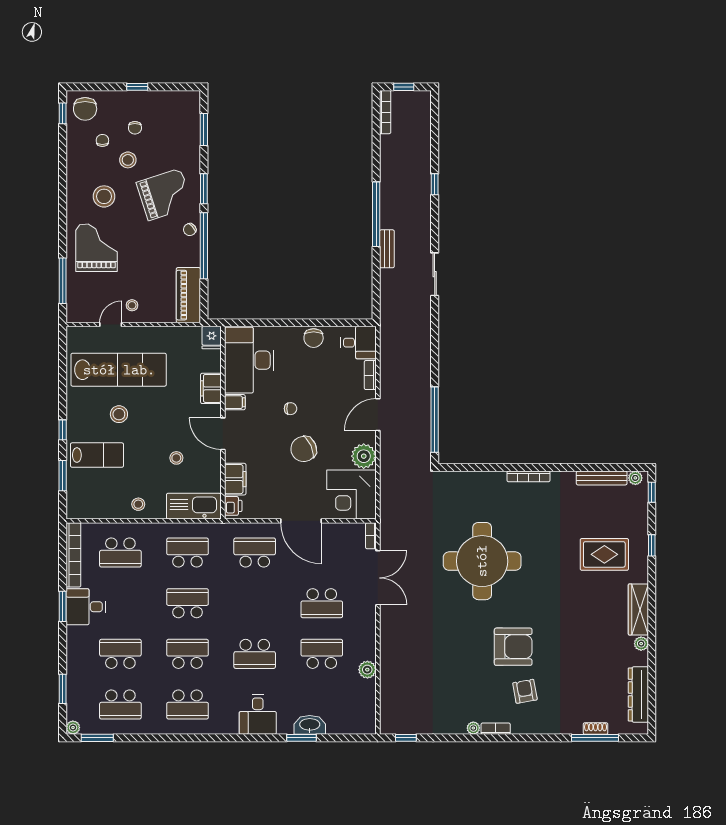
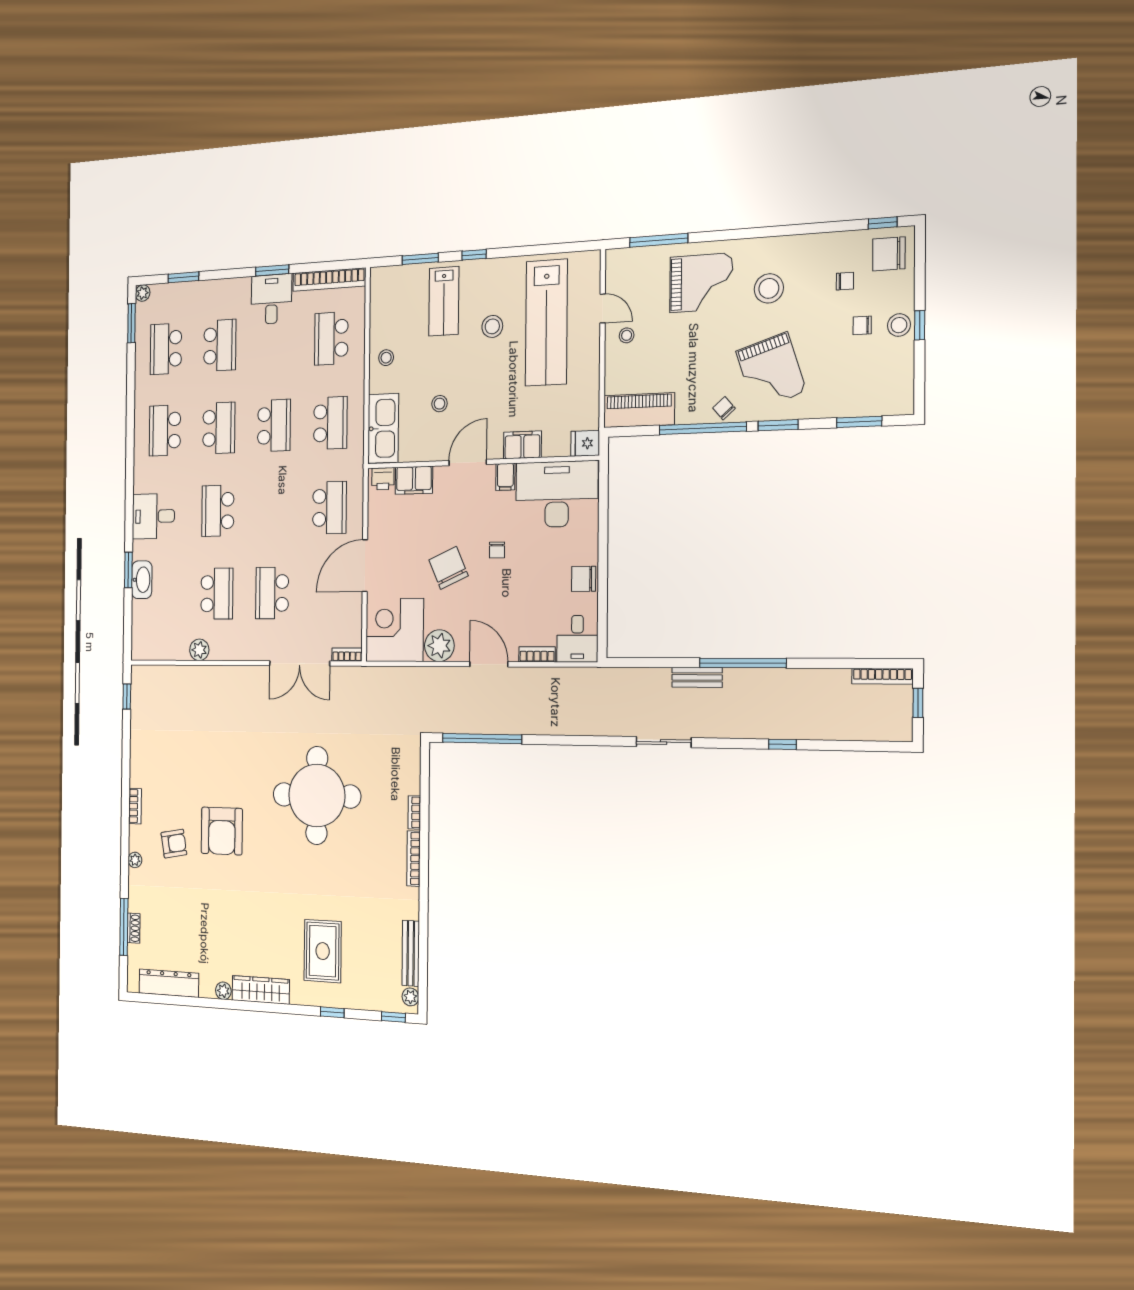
stool: (128, 160) -> (899, 325), moved
bookcase: (493, 476) -> (414, 812), added
plant: (473, 728) -> (135, 860), moved

